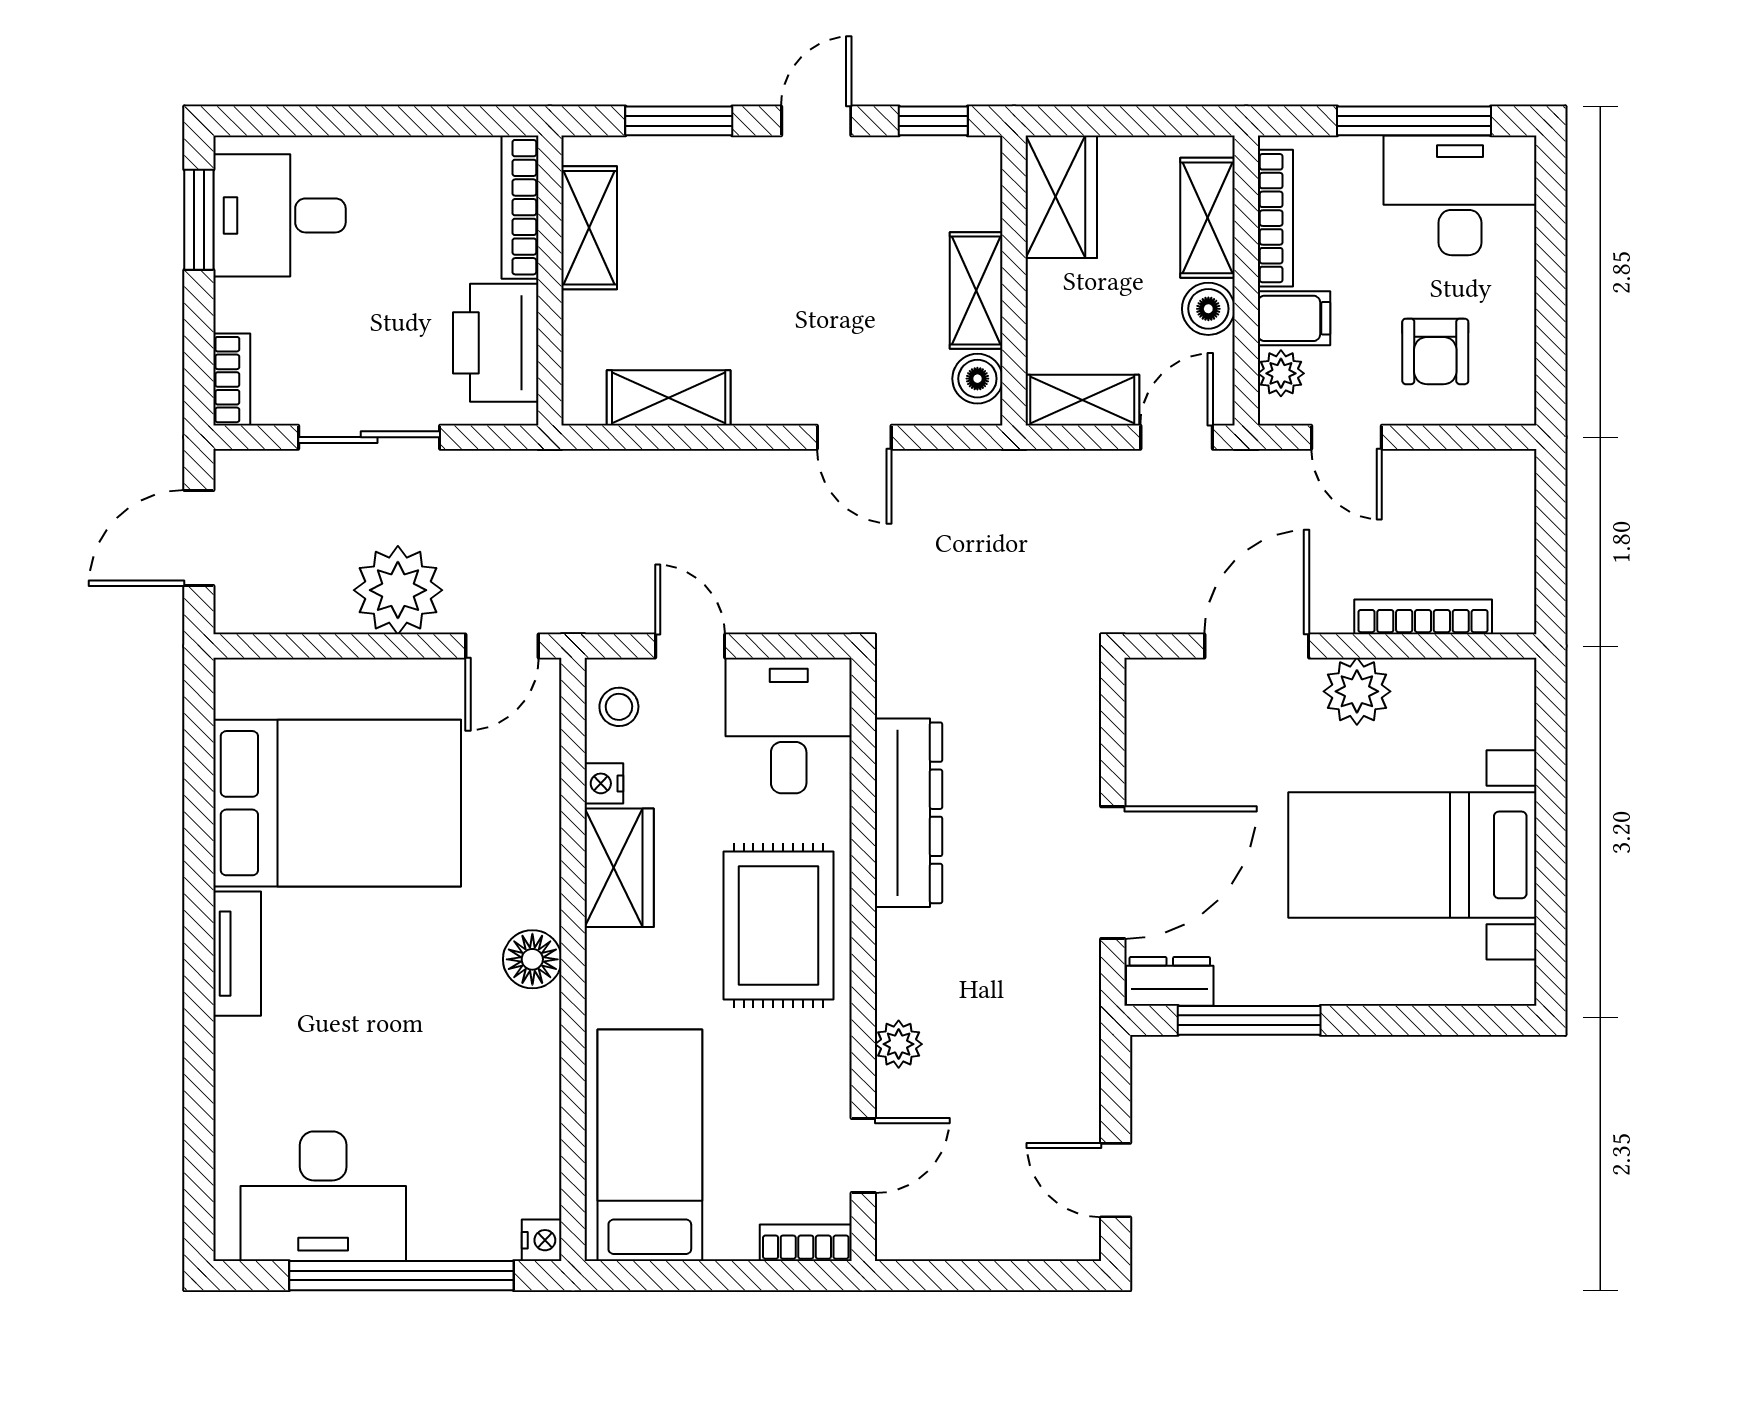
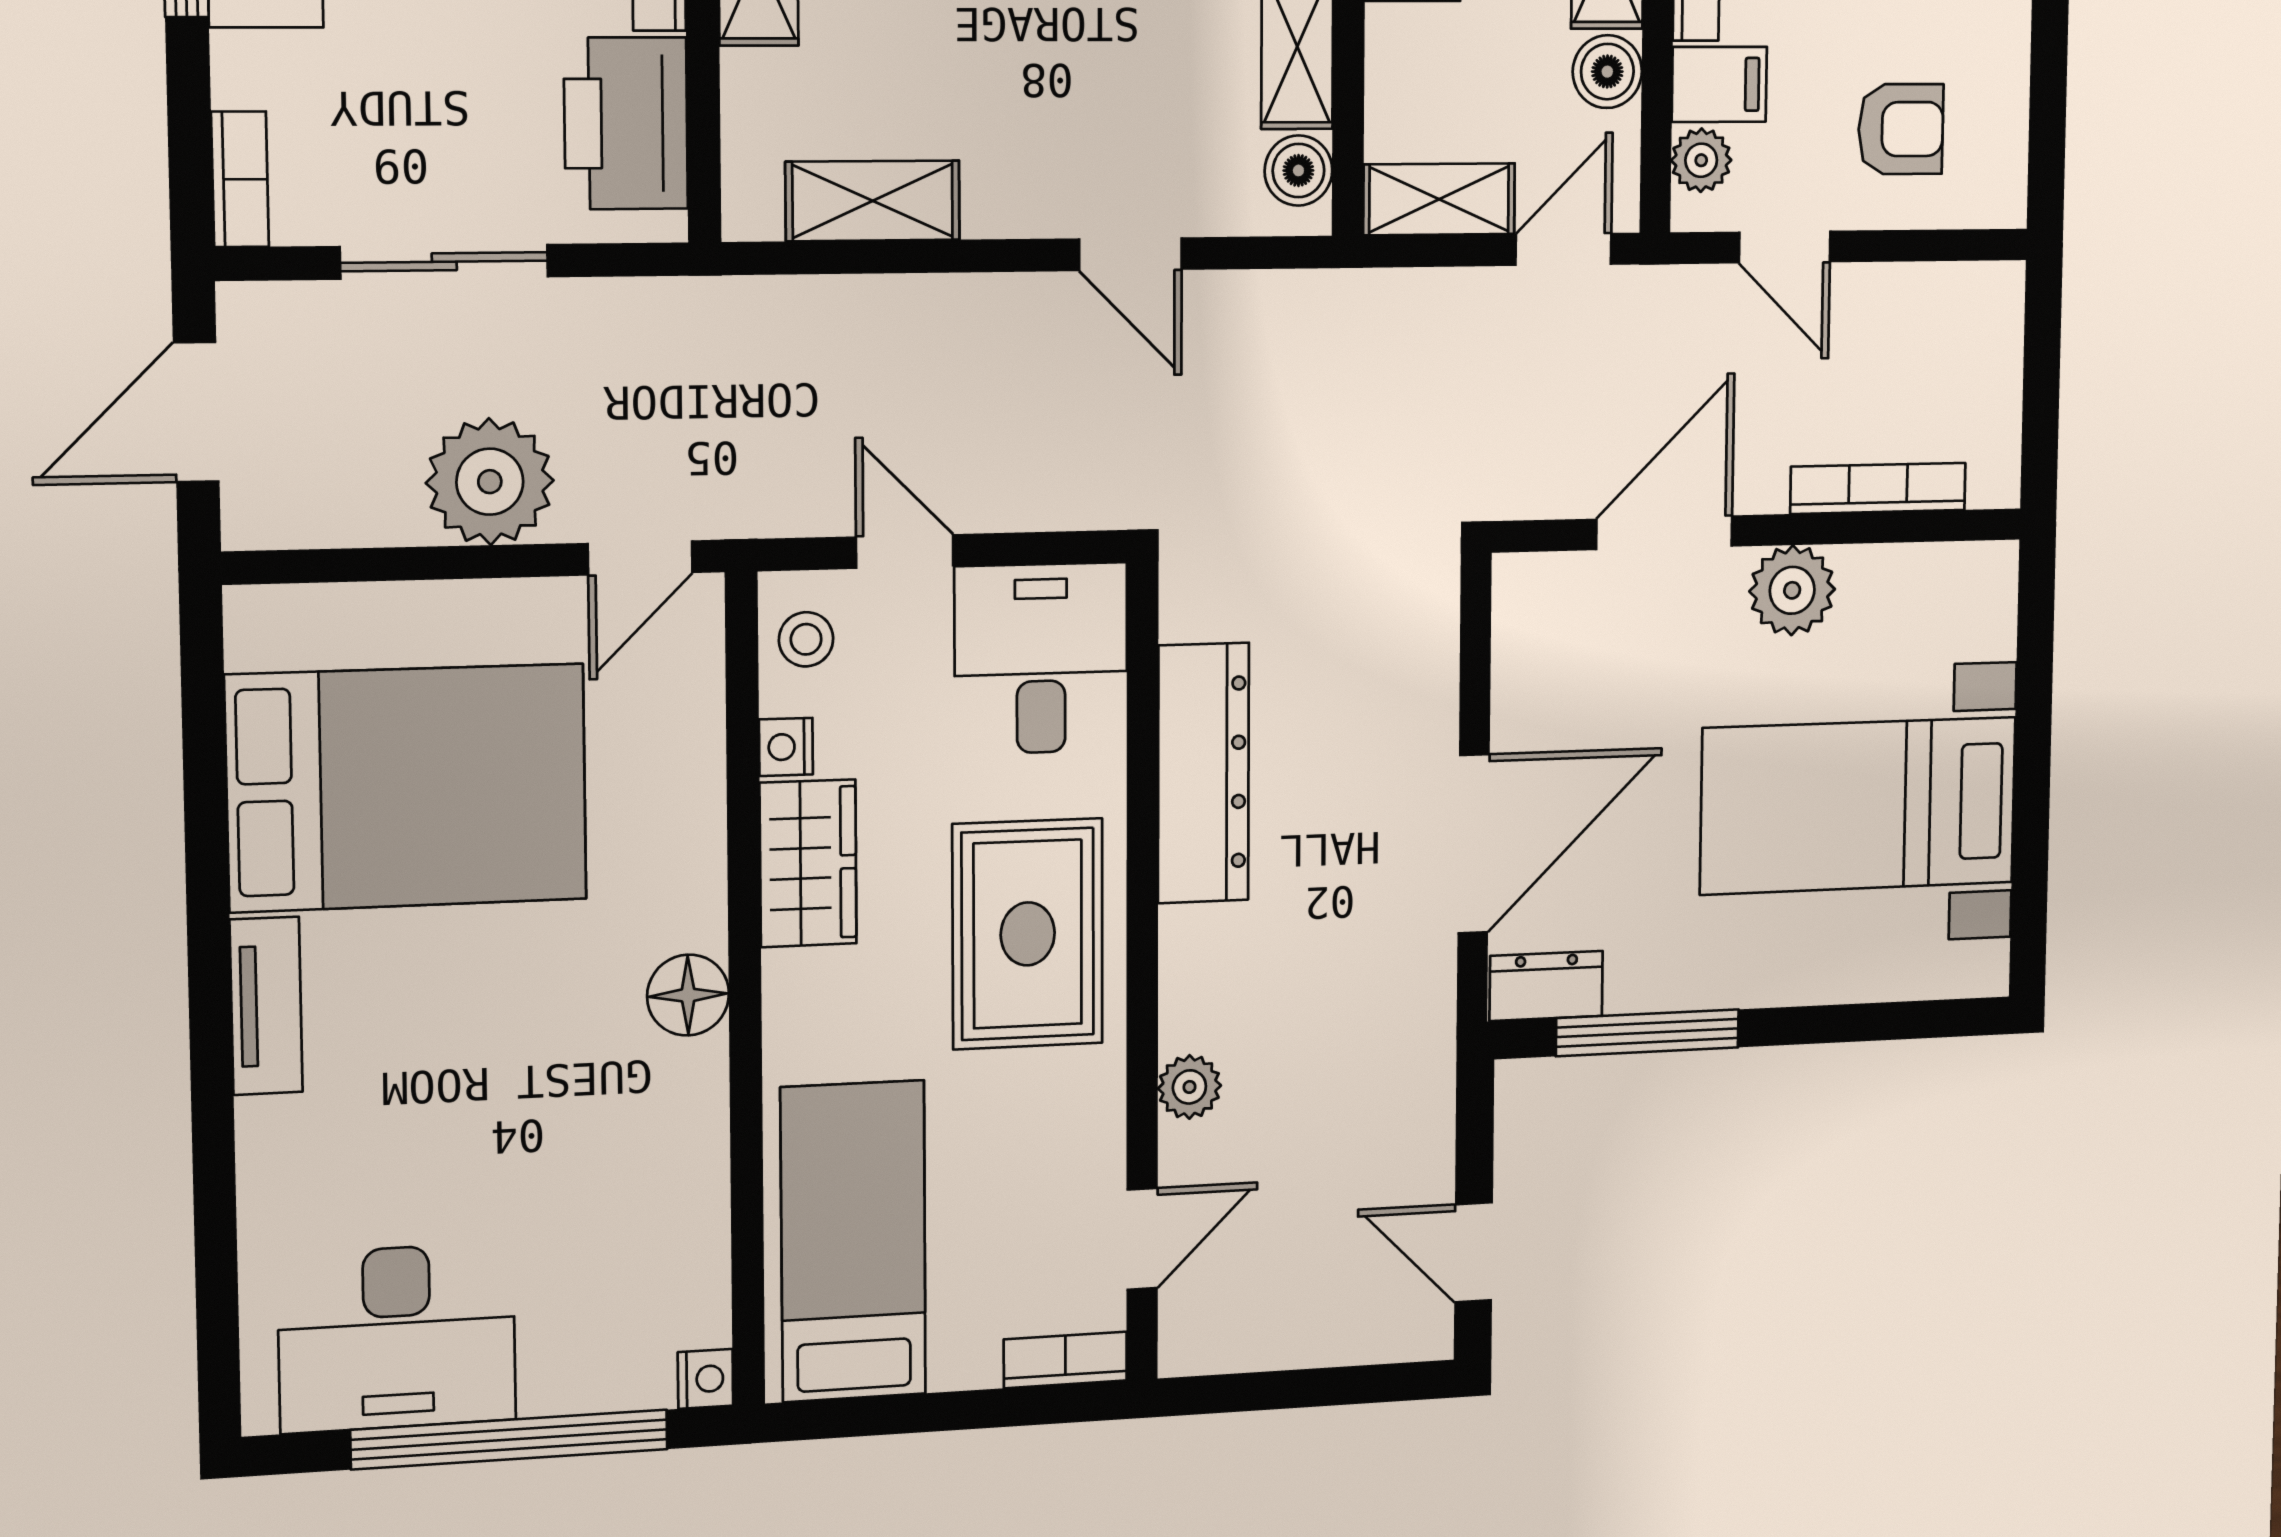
armchair: (1435, 351) -> (1901, 129), turned -90

